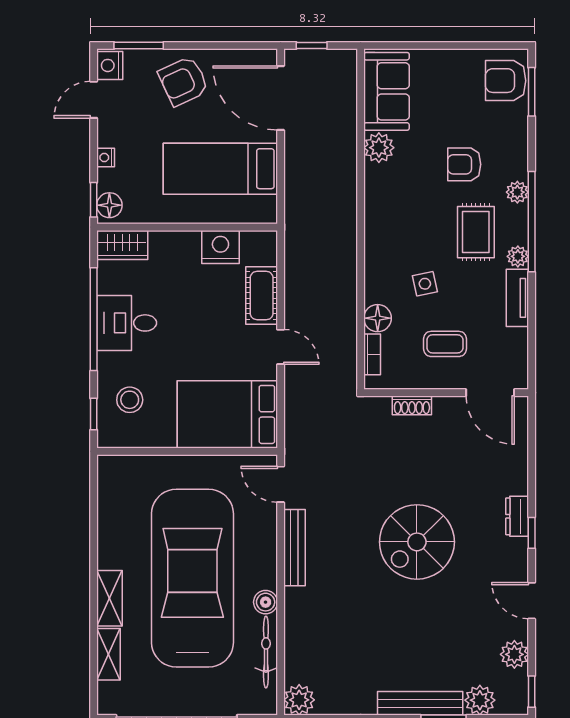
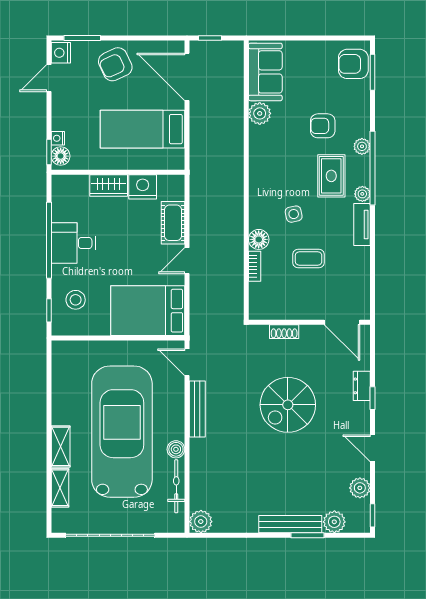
nightstand: (106, 157) -> (58, 138), moved
wardrobe: (122, 245) -> (109, 185), moved
door: (281, 347) -> (187, 261), swing flipped
wall: (446, 393) -> (309, 322), moved
door: (490, 393) -> (342, 322), moved
shoe rack: (412, 405) -> (284, 332), moved

